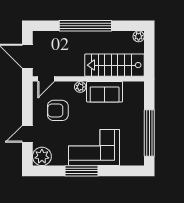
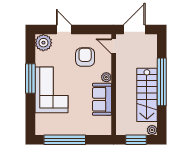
window: (149, 54) -> (136, 140), added
stairs: (114, 65) -> (147, 95), moved, turned 180

